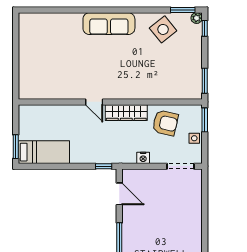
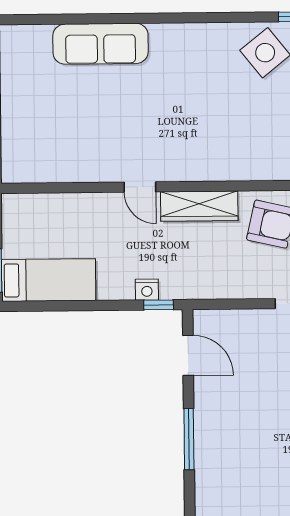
sofa: (109, 24) -> (101, 44), moved
nightstand: (143, 158) -> (147, 290), moved

